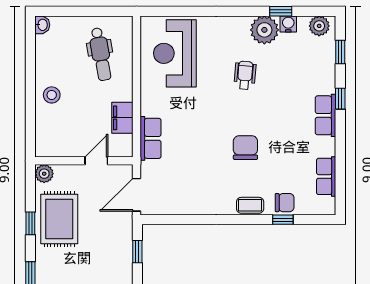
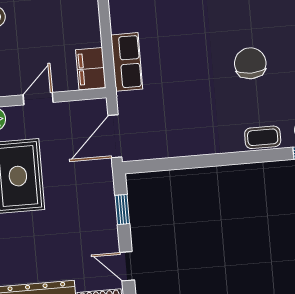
filing cabinet: (122, 118) -> (91, 69), moved
door: (96, 161) -> (38, 99), moved

